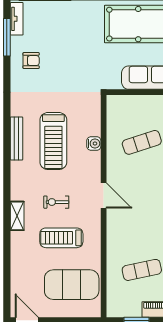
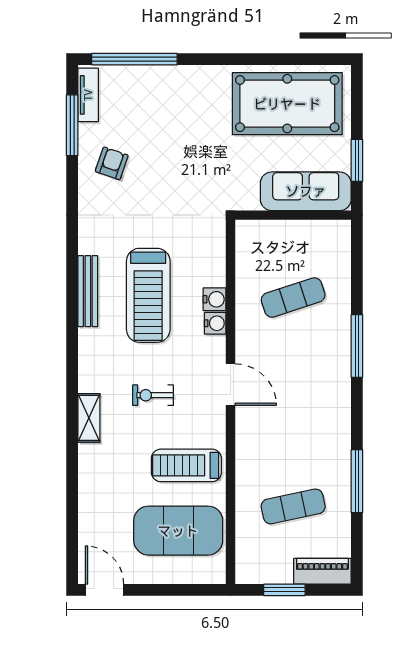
armchair: (31, 61) -> (112, 163), turned -71
water cooler: (94, 158) -> (215, 323), added
treadmill: (61, 238) -> (186, 465), moved

